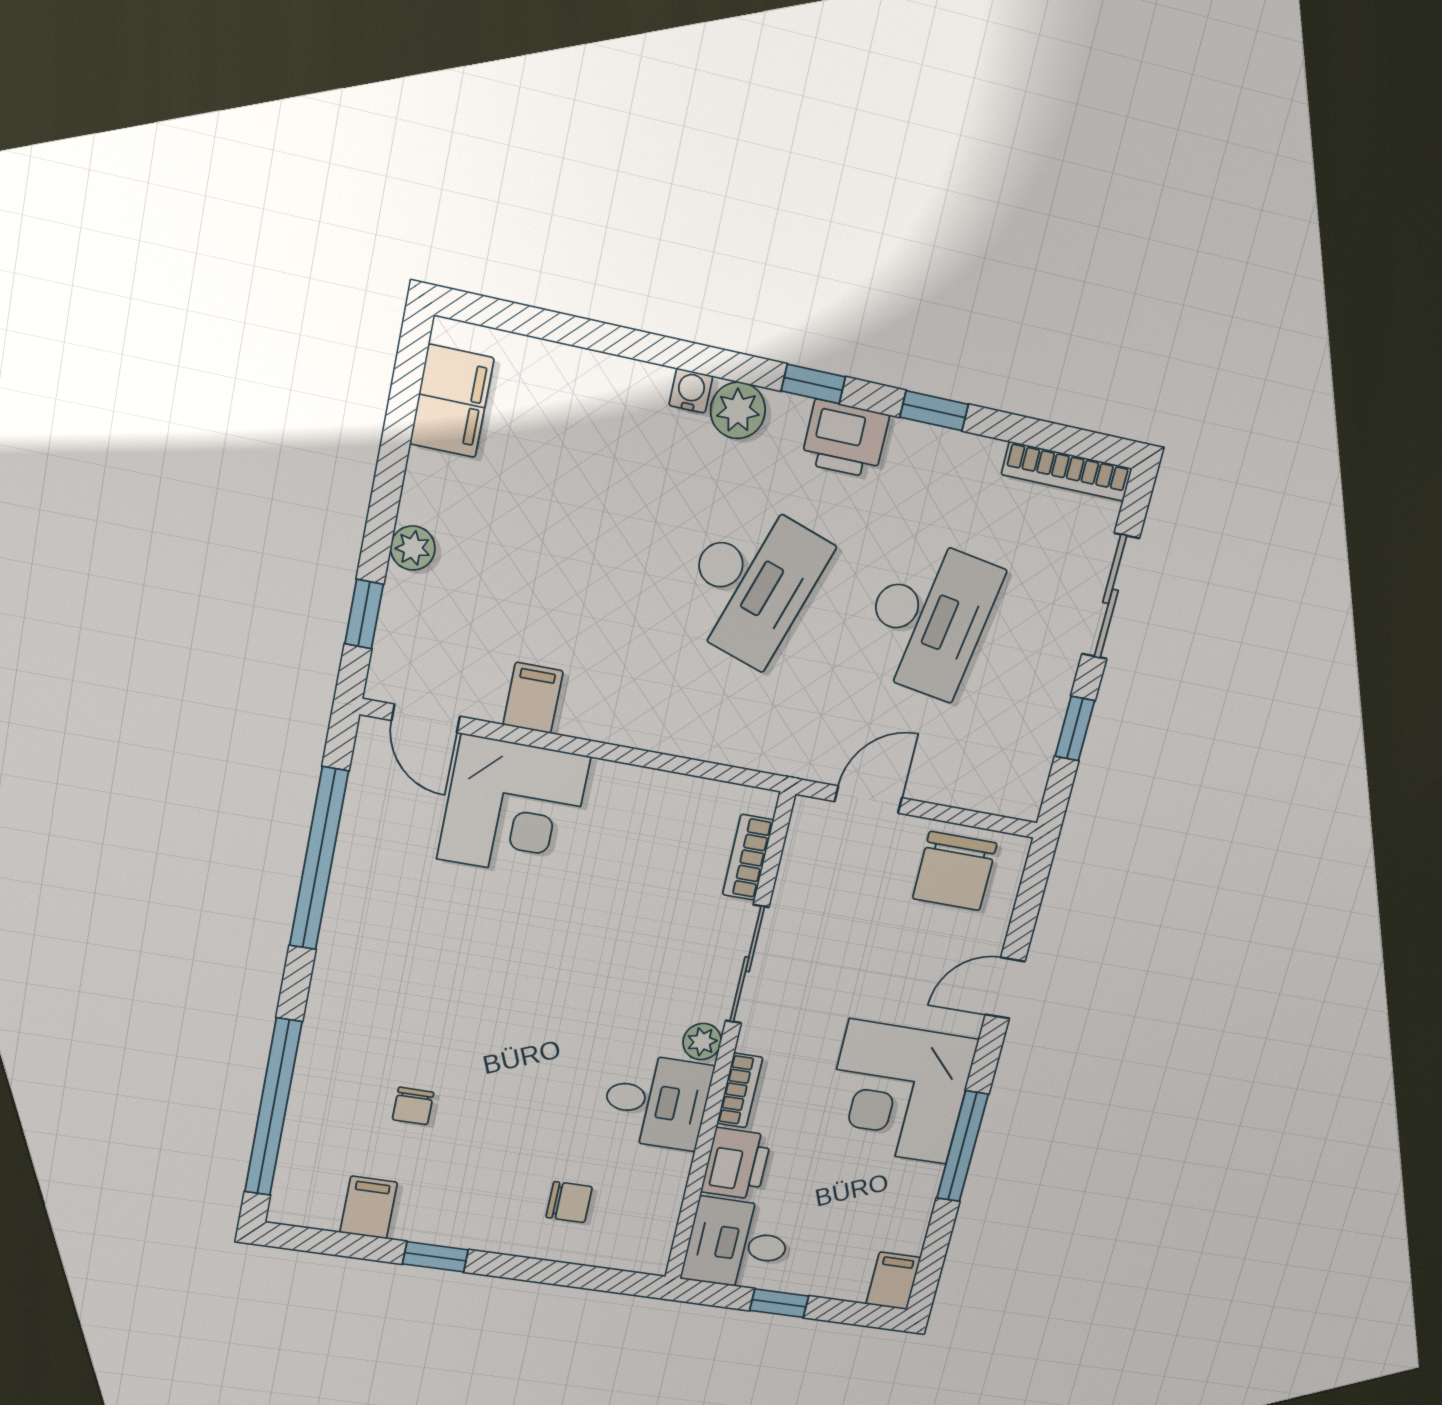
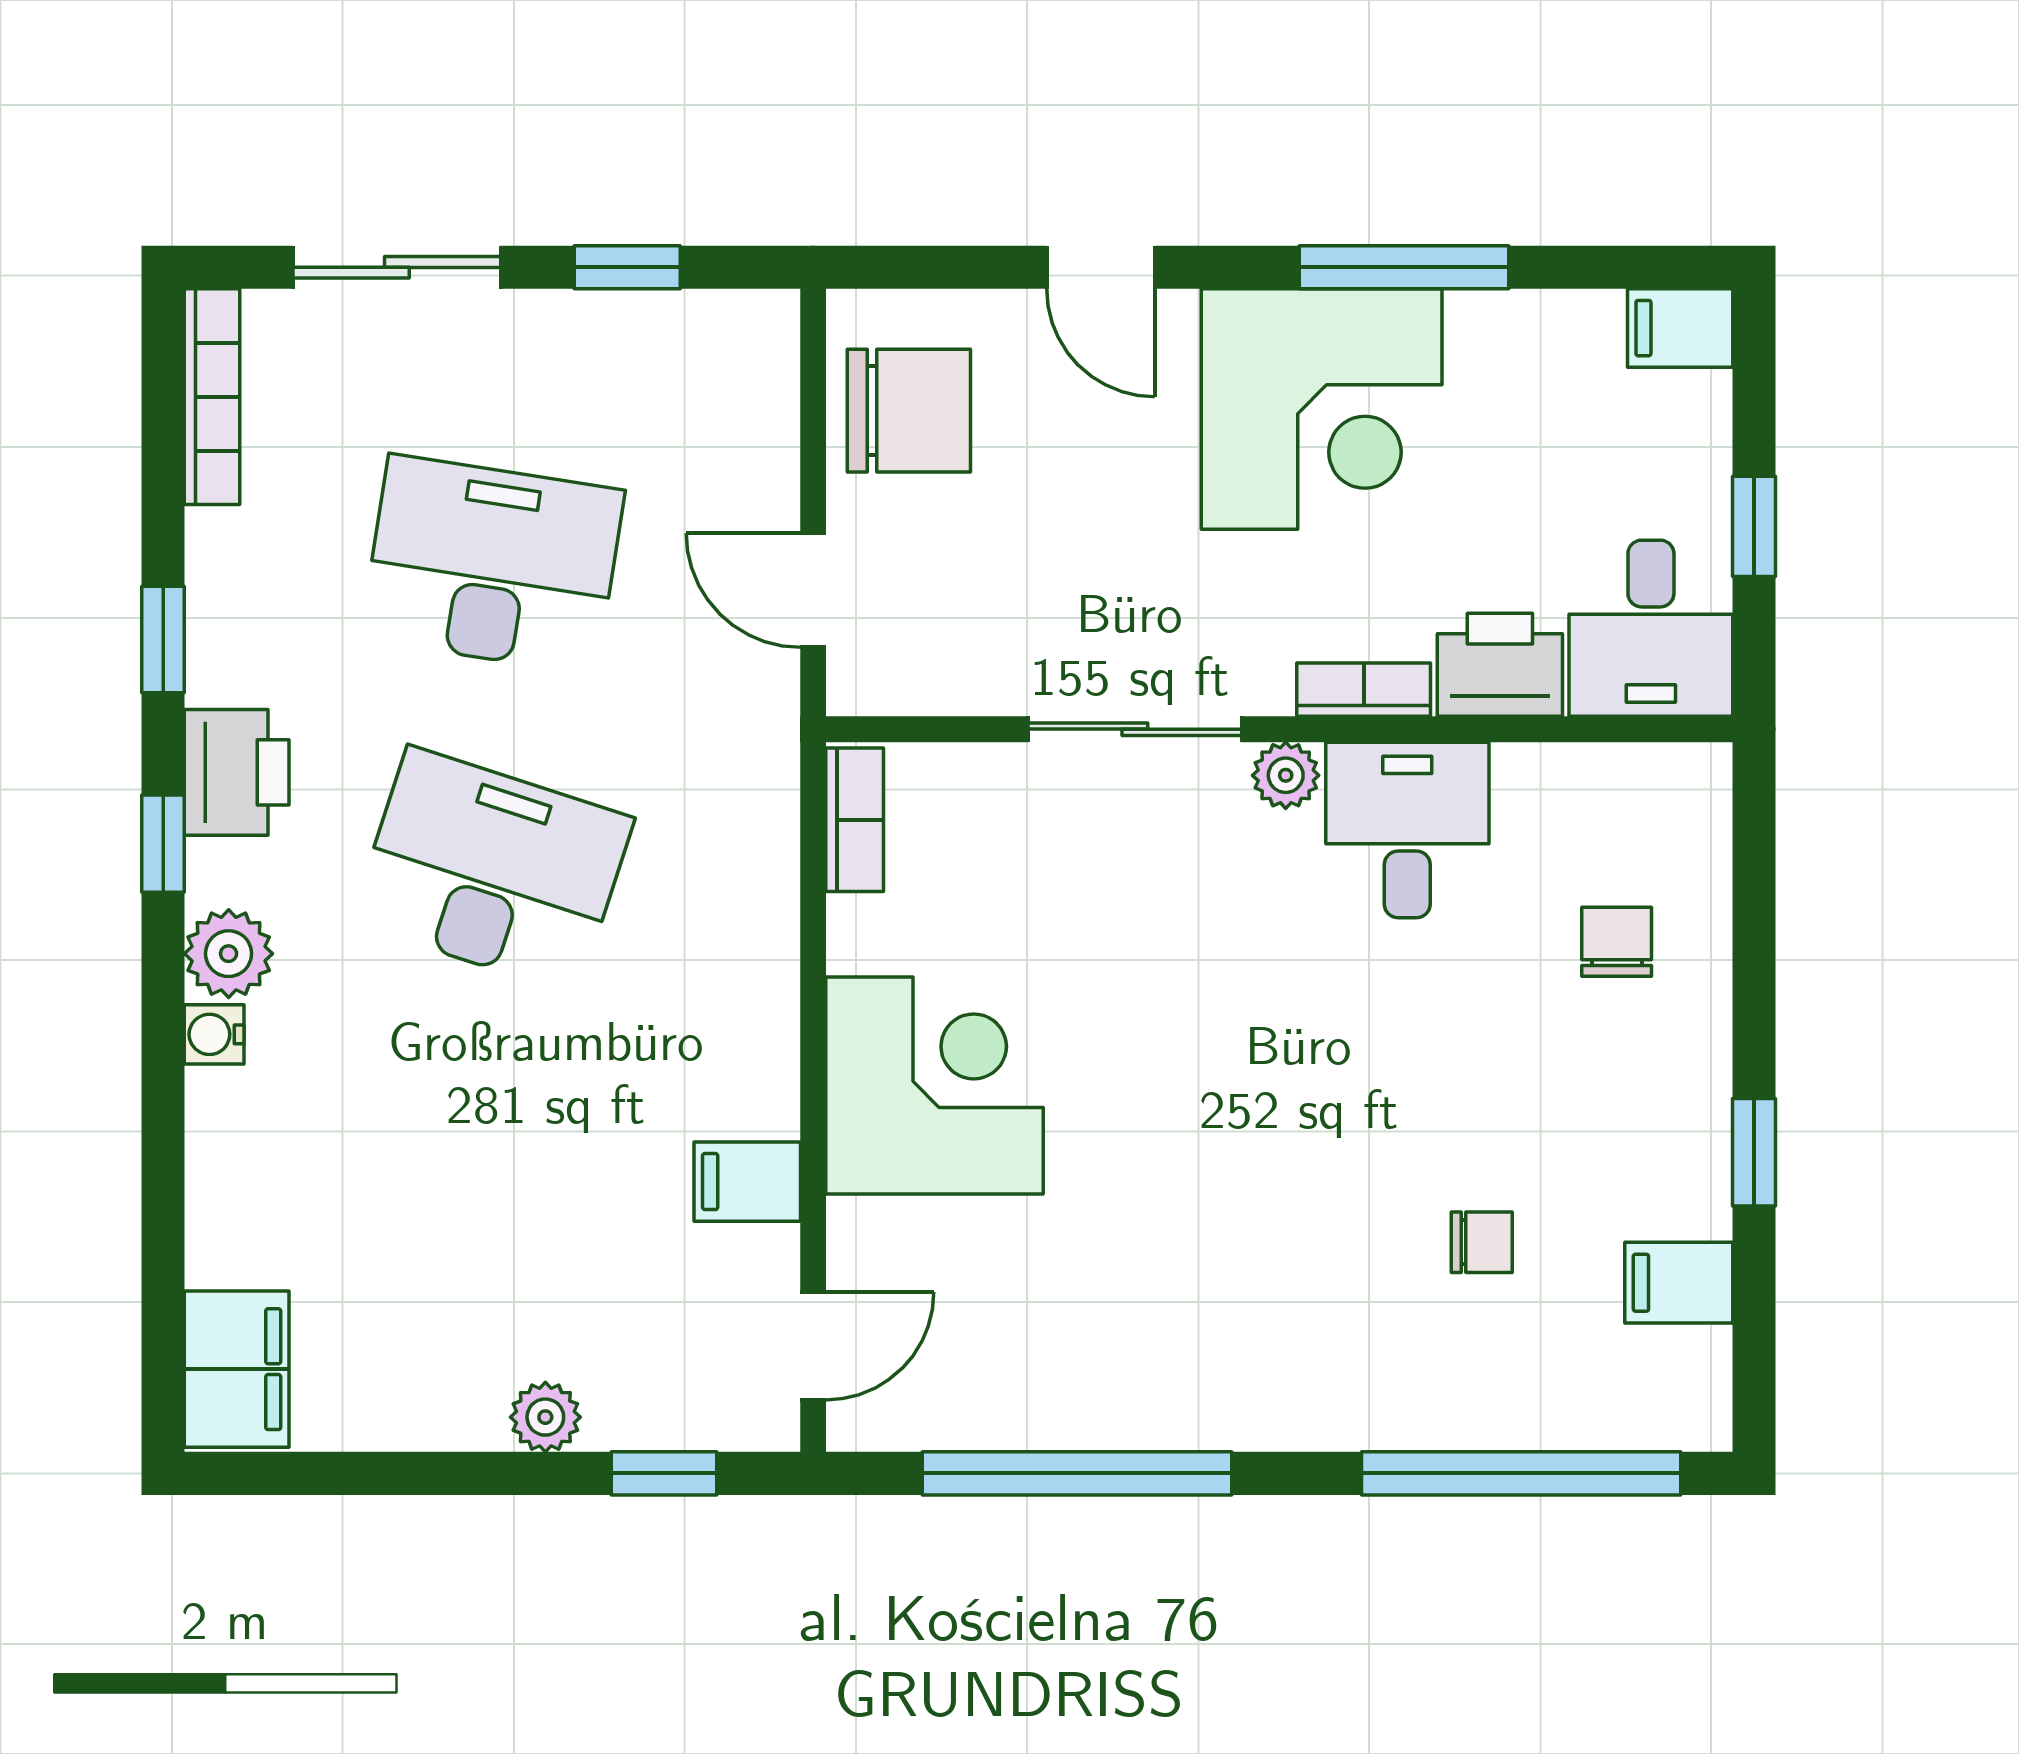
filing cabinet: (452, 401) -> (237, 1369), moved, turned 90
corner desk: (514, 808) -> (935, 1086), moved
bookcase: (748, 857) -> (855, 820), moved, turned -90

